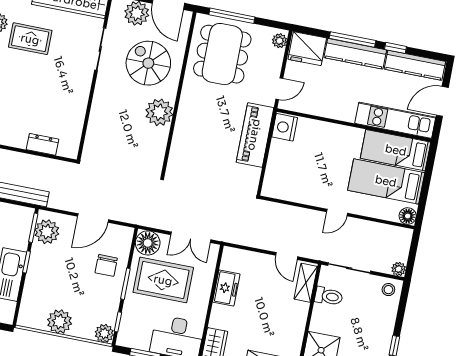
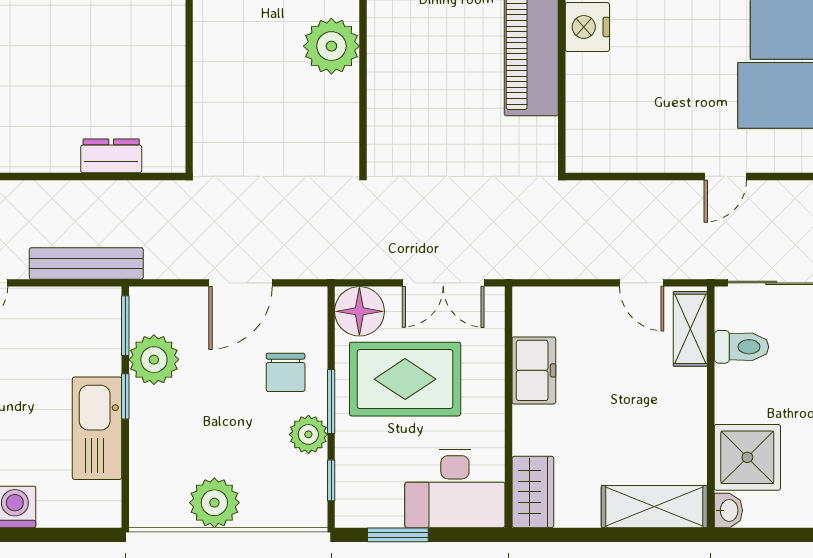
plant: (47, 232) -> (154, 360), moved
plant: (104, 333) -> (308, 434), moved

